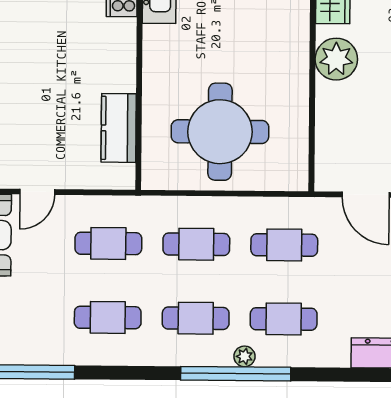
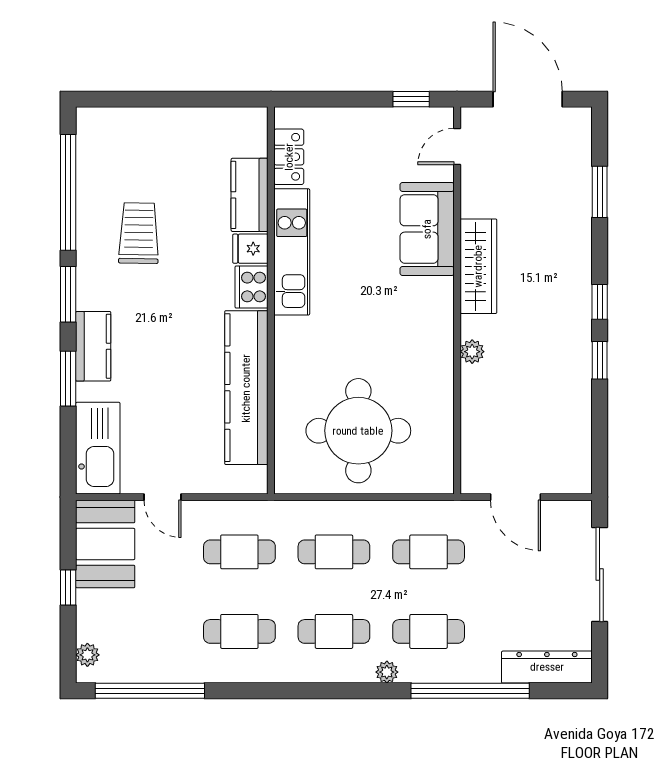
plant: (336, 59) -> (472, 352), width x0.53, depth x0.53
kitchen counter: (119, 128) -> (246, 388), width x2.08, depth x1.17
door: (37, 192) -> (163, 497), hinge flipped
window: (236, 374) -> (470, 691), moved

